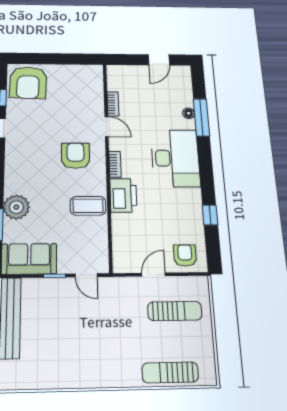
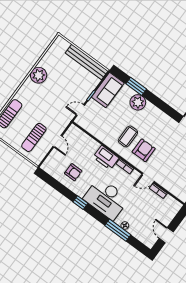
armchair: (76, 156) -> (144, 150), turned -90
coffee table: (88, 206) -> (128, 136), moved
window: (210, 215) -> (80, 203), moved
armchair: (185, 255) -> (73, 172), moved
plant: (82, 373) -> (39, 75), added

